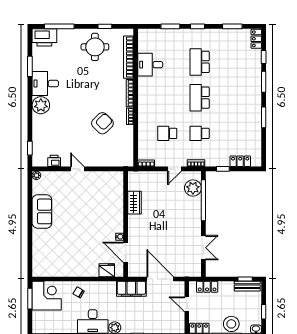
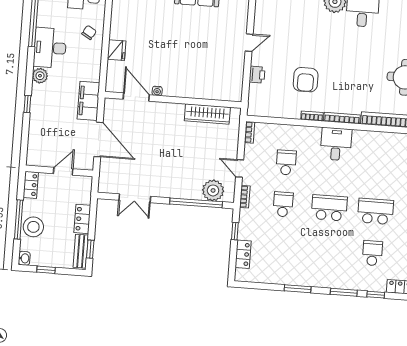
school desk: (232, 62) -> (372, 253), added
desk: (150, 65) -> (336, 144), moved
armchair: (102, 123) -> (306, 80), turned 45
printer: (54, 161) -> (257, 75), moved
wardrobe: (134, 203) -> (207, 114), width x1.50
door: (126, 252) -> (136, 97), hinge flipped
fridge: (107, 270) -> (117, 50), moved
door: (160, 279) -> (98, 139), hinge flipped
locker: (207, 287) -> (82, 219), moved

